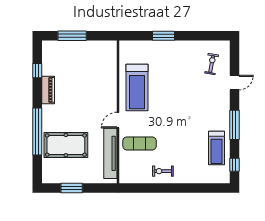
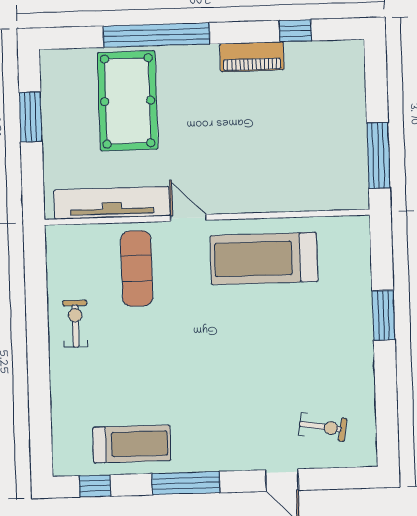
window: (72, 36) -> (378, 155), moved
treadmill: (217, 148) -> (132, 444), turned 180

